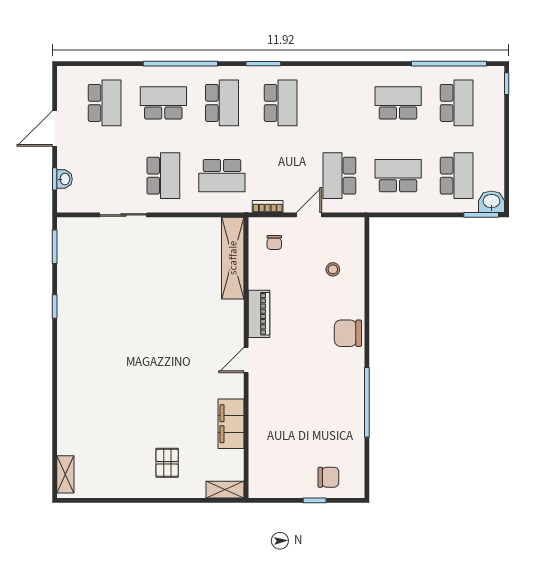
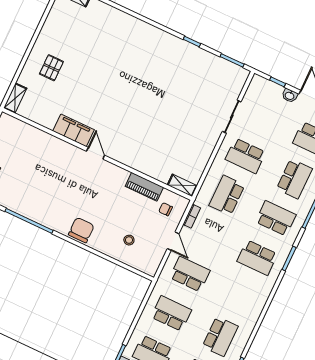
school desk: (222, 103) -> (276, 218), turned 180
school desk: (398, 176) -> (171, 313), turned -90
washbasin: (64, 179) -> (290, 96), moved
shelving: (233, 258) -> (182, 185), width x0.45, depth x0.75
piano: (259, 314) -> (144, 187), moved
filing cabinet: (231, 424) -> (73, 130), moved
pallet: (167, 463) -> (51, 68), turned 90

